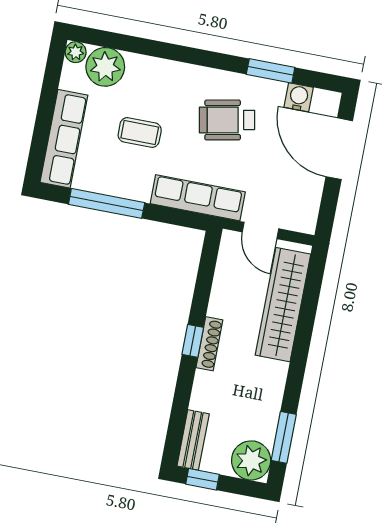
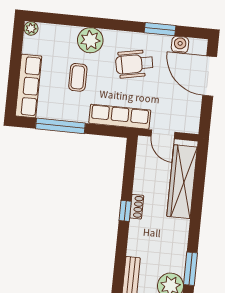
plant: (105, 67) -> (90, 40), moved
coffee table: (140, 133) -> (78, 77), turned 90
shoe rack: (209, 344) -> (137, 207), width x0.70

